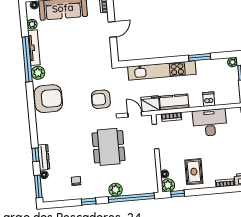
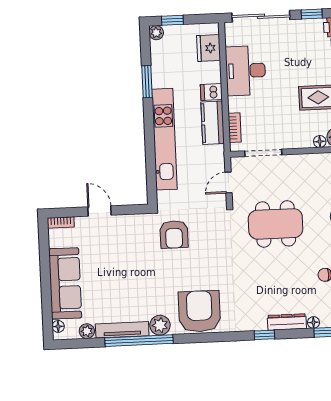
armchair: (101, 99) -> (174, 234), moved
dishwasher: (209, 99) -> (211, 92), moved
fridge: (150, 104) -> (209, 48), moved
window: (36, 155) -> (264, 335), moved

